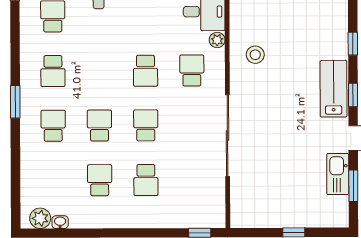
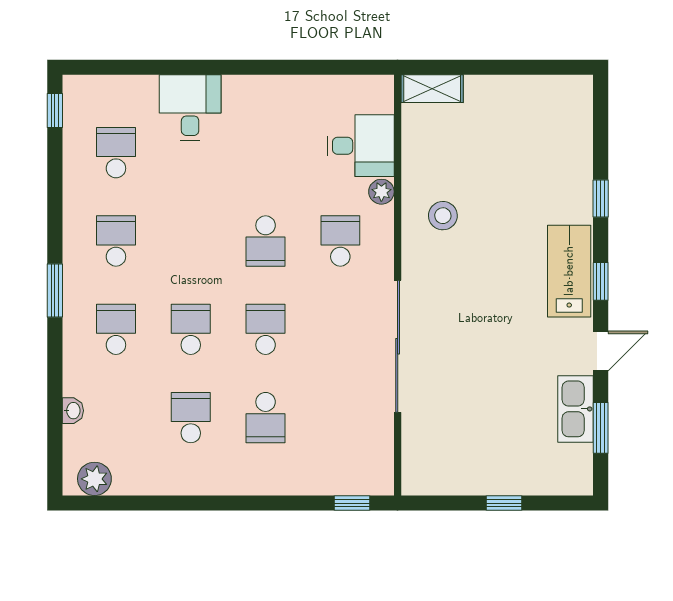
school desk: (53, 71) -> (116, 241), turned 180
washbasin: (60, 222) -> (73, 411), moved, turned 90

